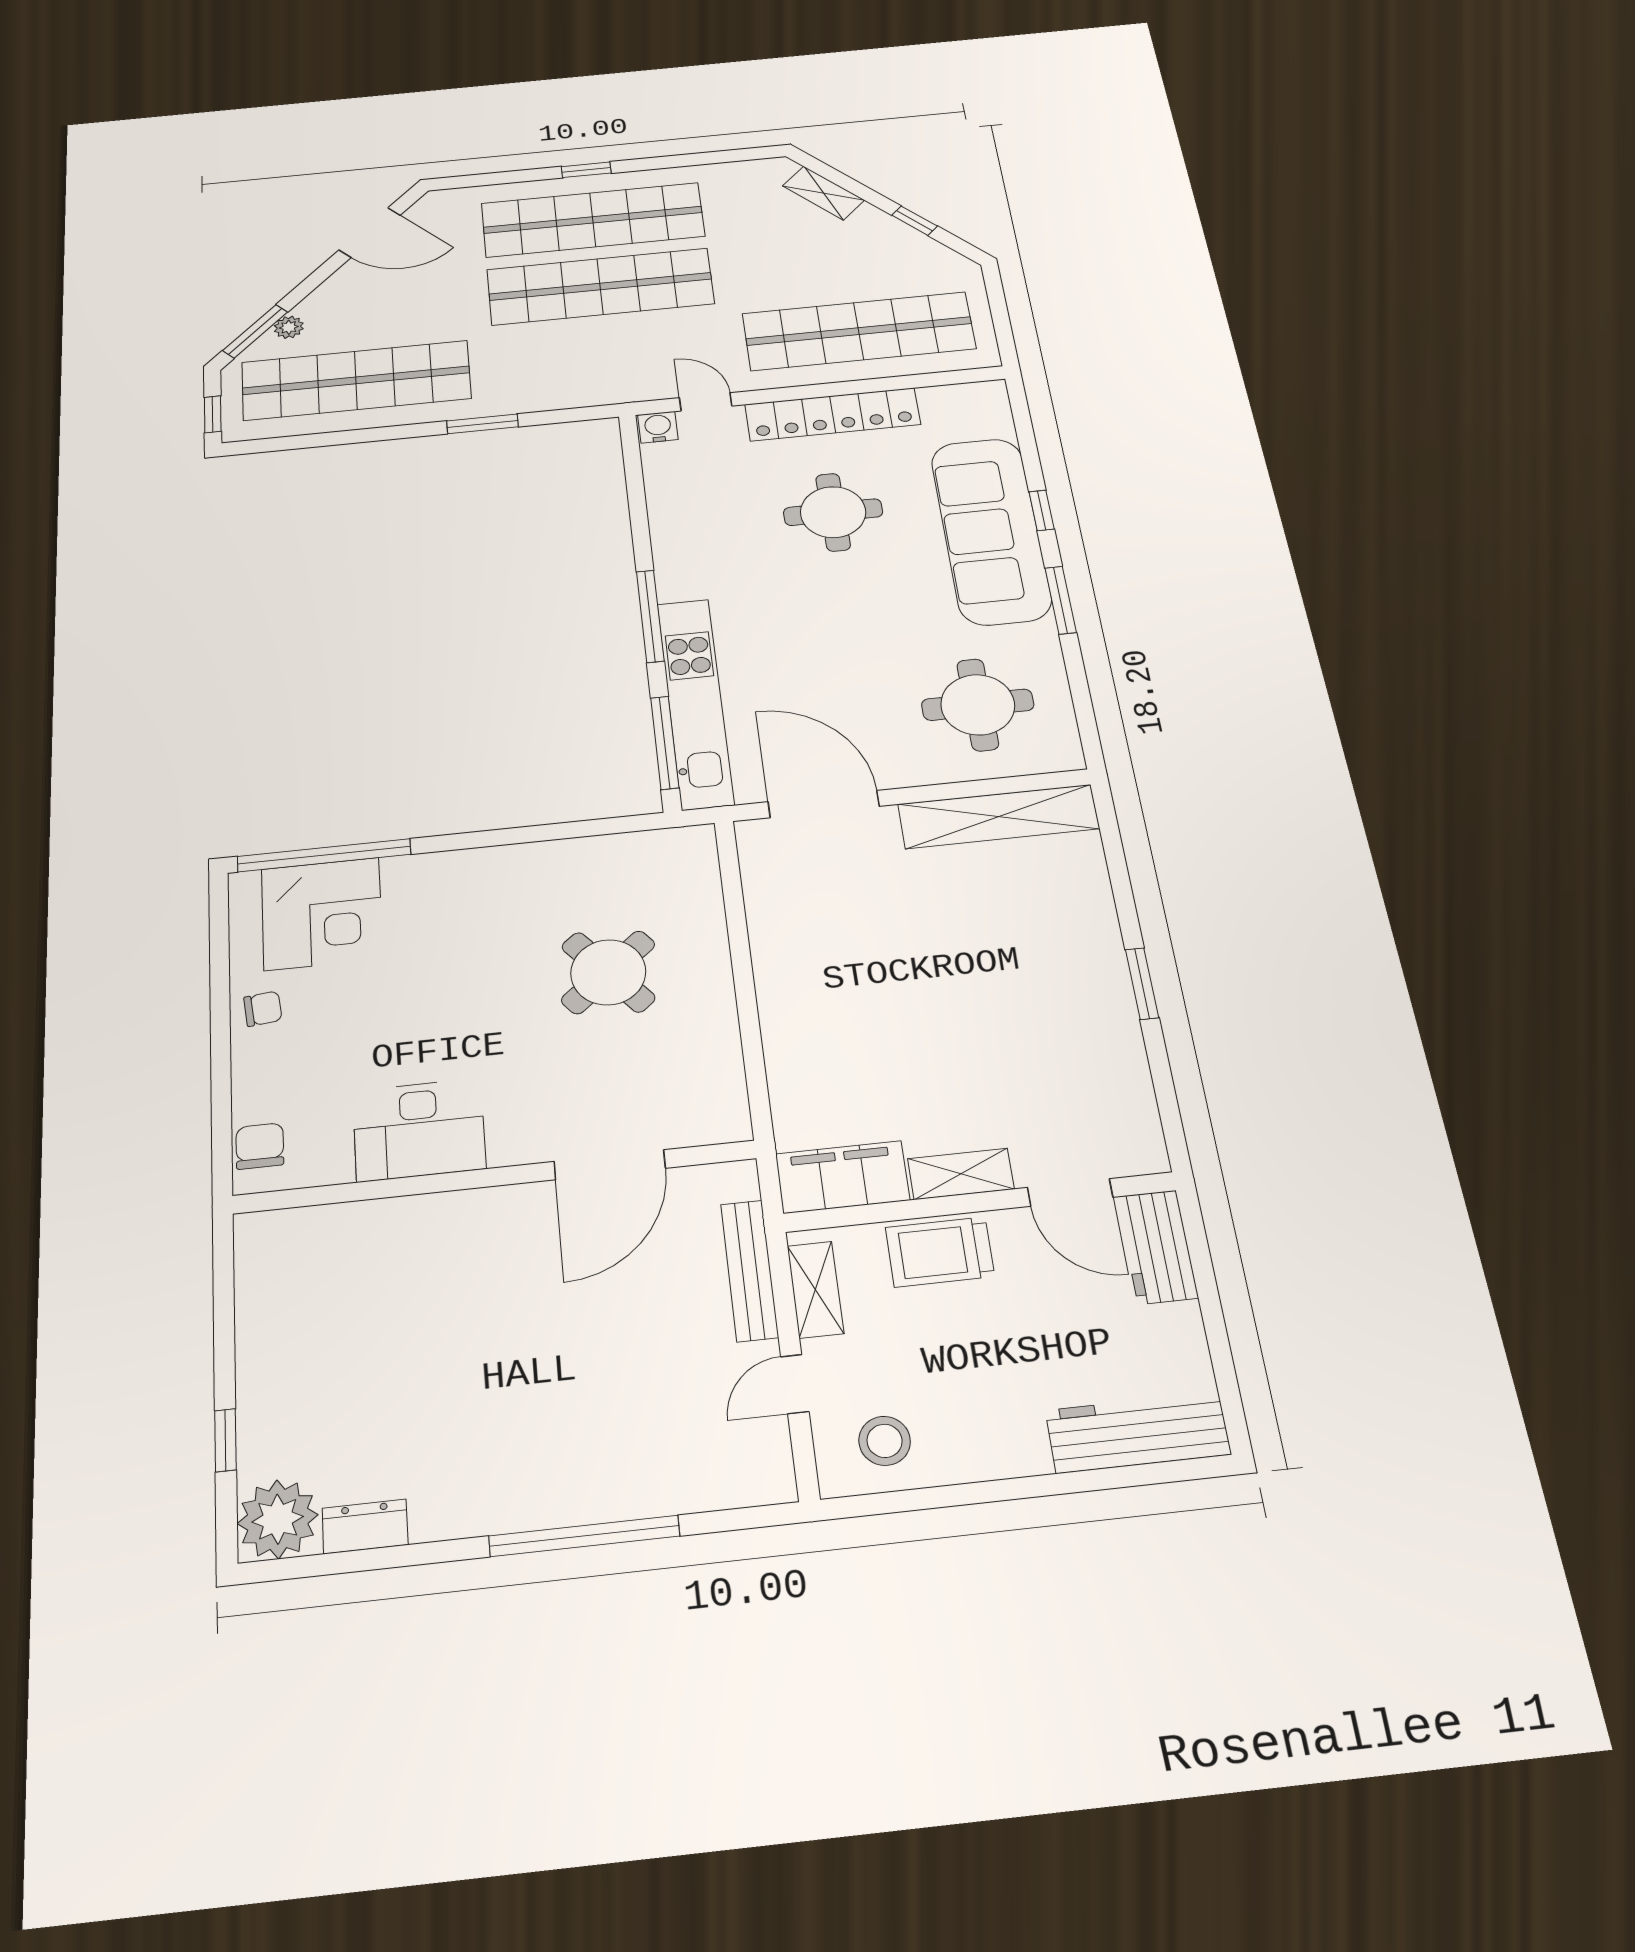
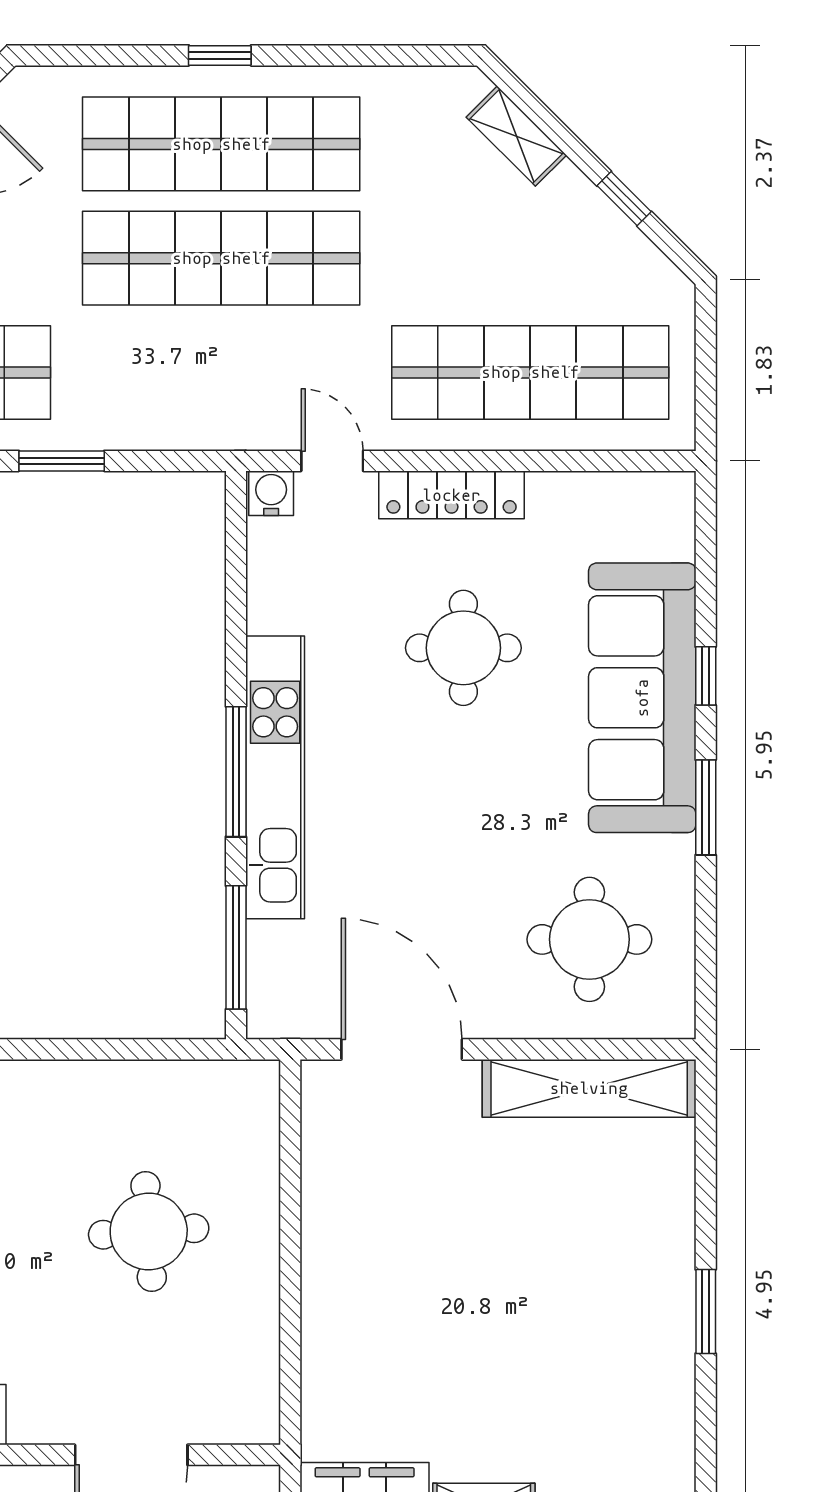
locker: (833, 414) -> (452, 495), width x0.71, depth x0.83
kitchen unit: (695, 703) -> (275, 777), moved
round table: (608, 972) -> (149, 1232), turned 36

